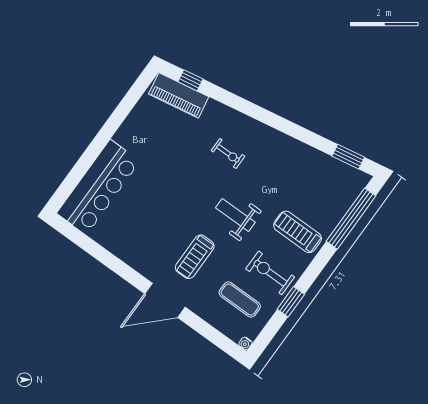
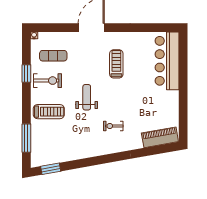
window: (190, 80) -> (159, 149), removed
weight bench: (235, 215) -> (87, 97), turned -90
window: (351, 219) -> (26, 138), width x0.68
treadmill: (195, 257) -> (116, 64), moved

